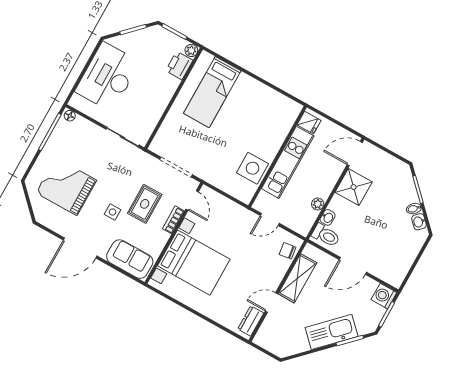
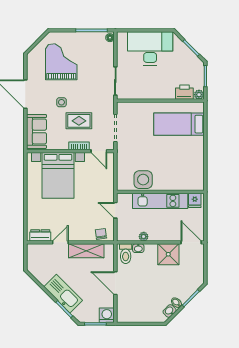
door: (192, 201) -> (99, 151), hinge flipped
door: (271, 302) -> (60, 242), hinge flipped

